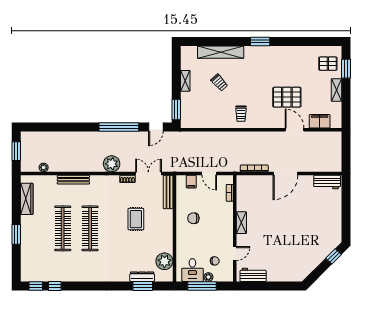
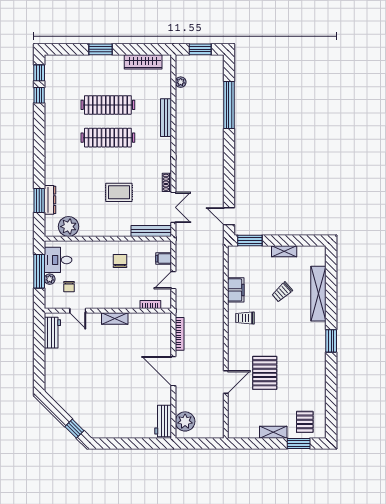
filing cabinet: (320, 121) -> (236, 290), moved
window: (119, 127) -> (229, 105), moved
plant: (112, 164) -> (185, 421), moved

